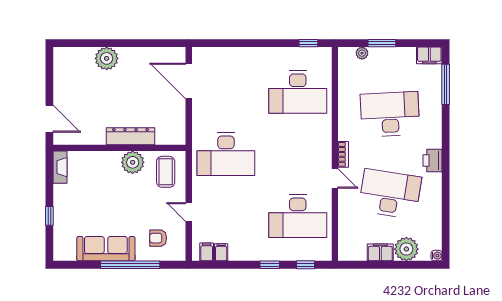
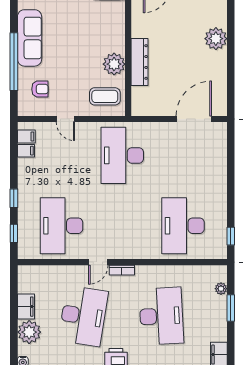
door: (189, 212) -> (65, 119), swing flipped
armchair: (158, 238) -> (40, 89), turned 90

